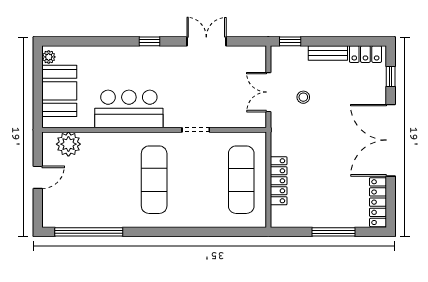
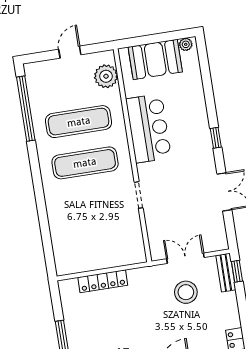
bench: (328, 53) -> (226, 273), moved
stool: (303, 97) -> (186, 292), width x1.89, depth x1.89
door: (38, 177) -> (70, 52), swing flipped
exercise mat: (241, 180) -> (79, 122), moved

